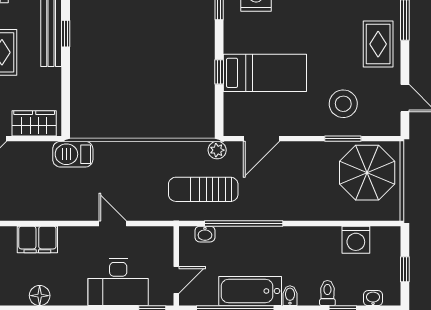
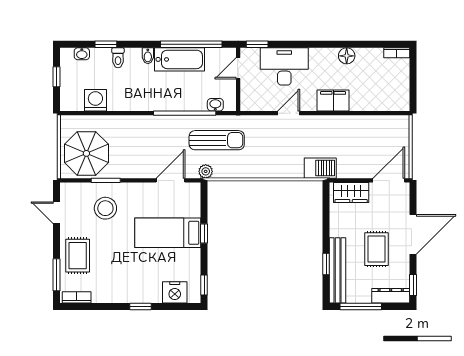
door: (113, 223) -> (289, 113), swing flipped
filing cabinet: (37, 239) -> (333, 100), moved

